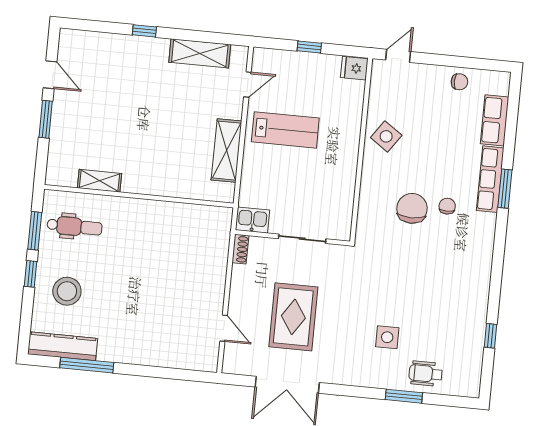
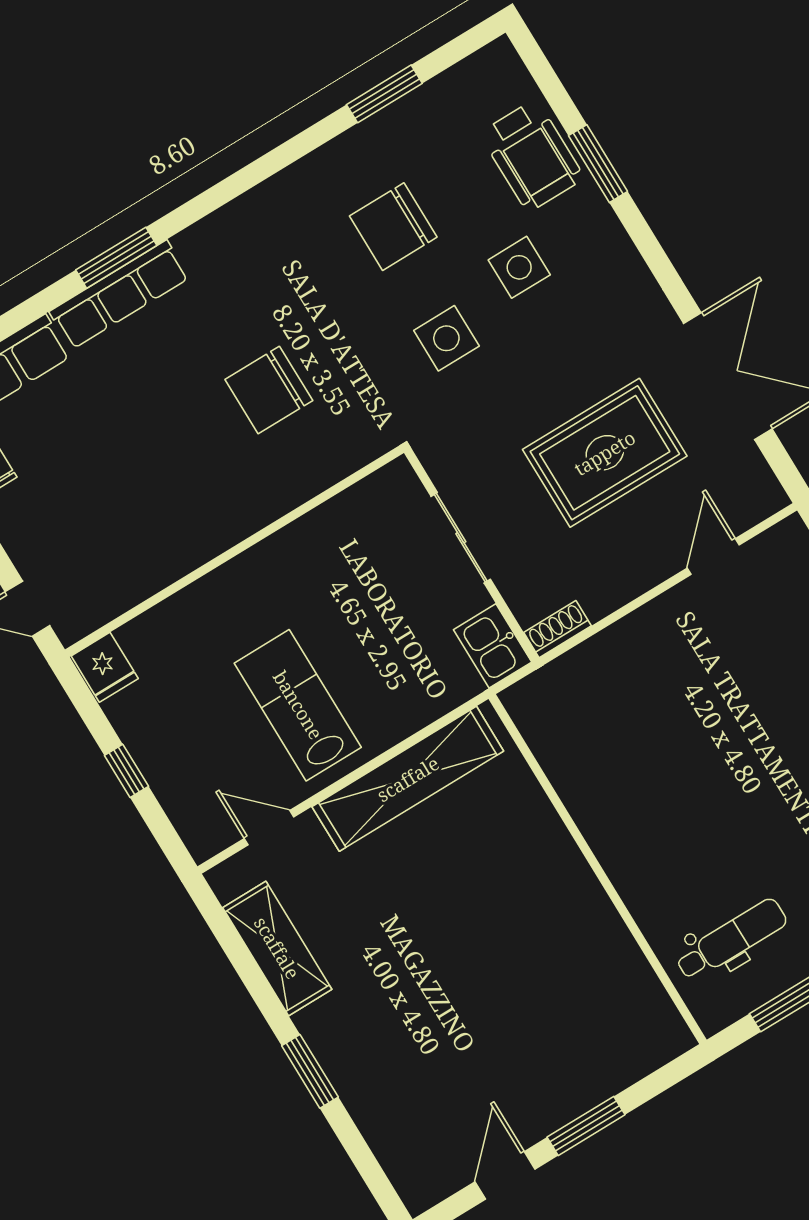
window: (144, 31) -> (310, 1071), width x1.50
side table: (386, 136) -> (446, 338), moved, turned -35
shelving: (227, 151) -> (408, 779), width x1.47
shelving: (99, 181) -> (622, 956), removed
chair: (447, 206) -> (393, 227), moved, width x1.87, depth x1.87
dental chair: (75, 227) -> (731, 940), turned 90
window: (490, 336) -> (384, 94), width x1.50
wheelchair: (426, 374) -> (532, 156), width x1.36, depth x1.37

